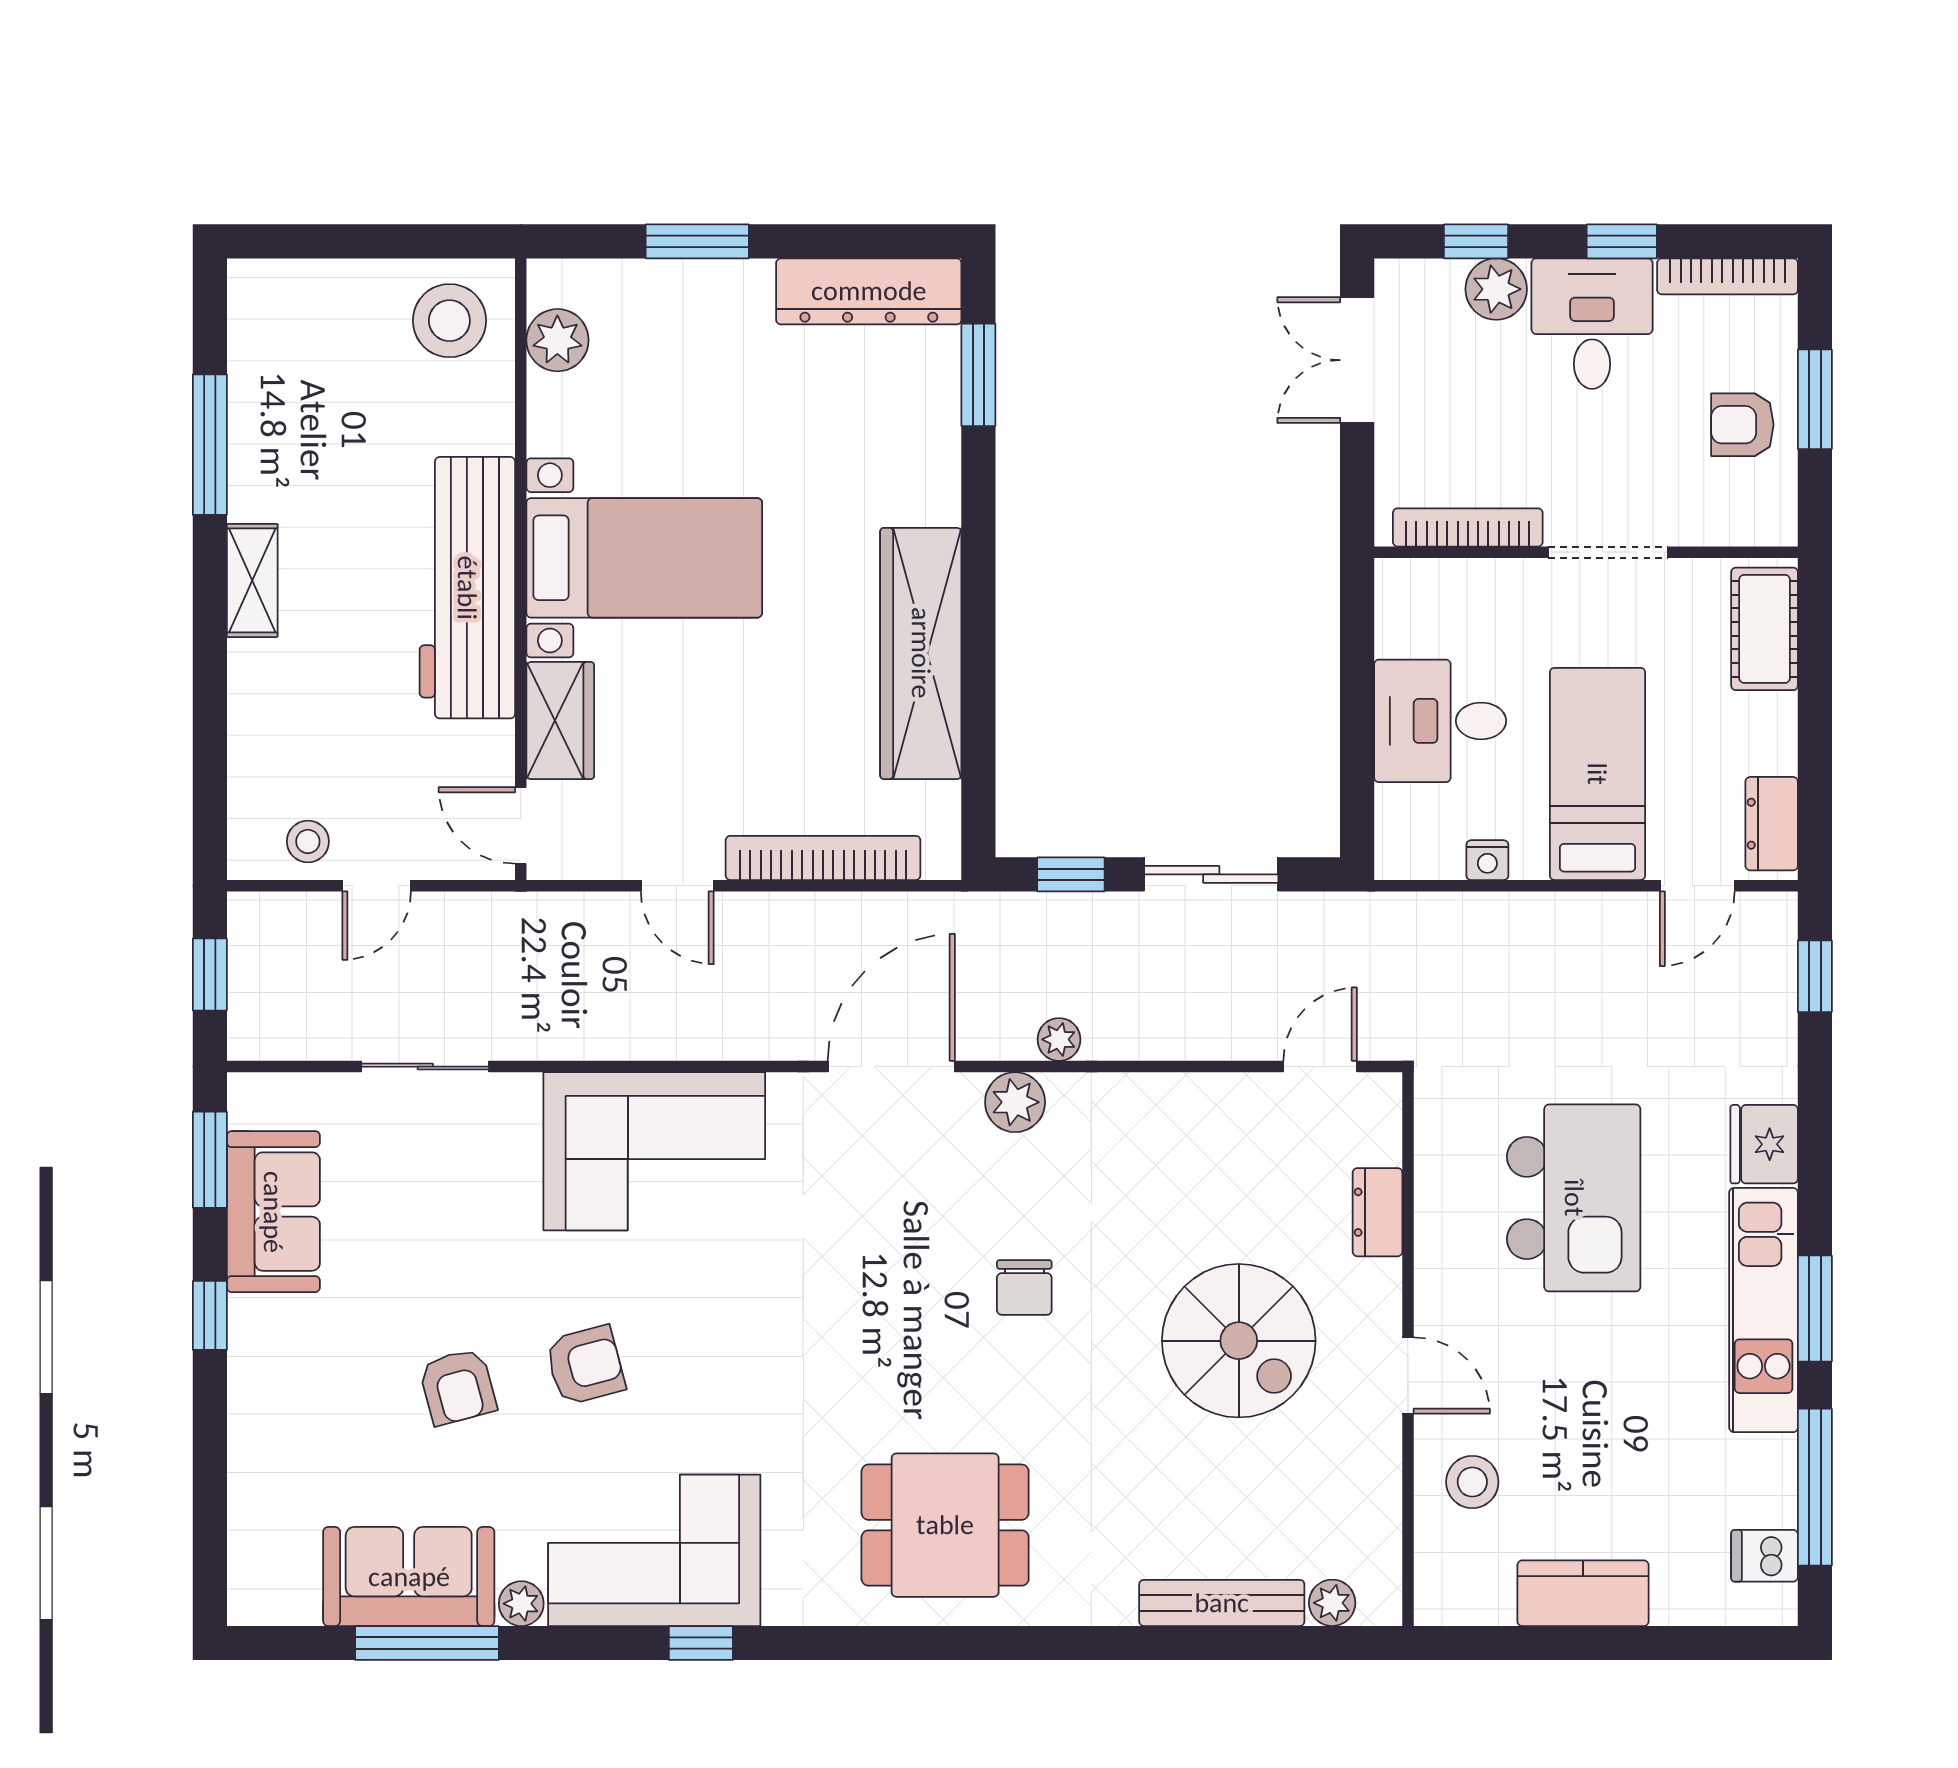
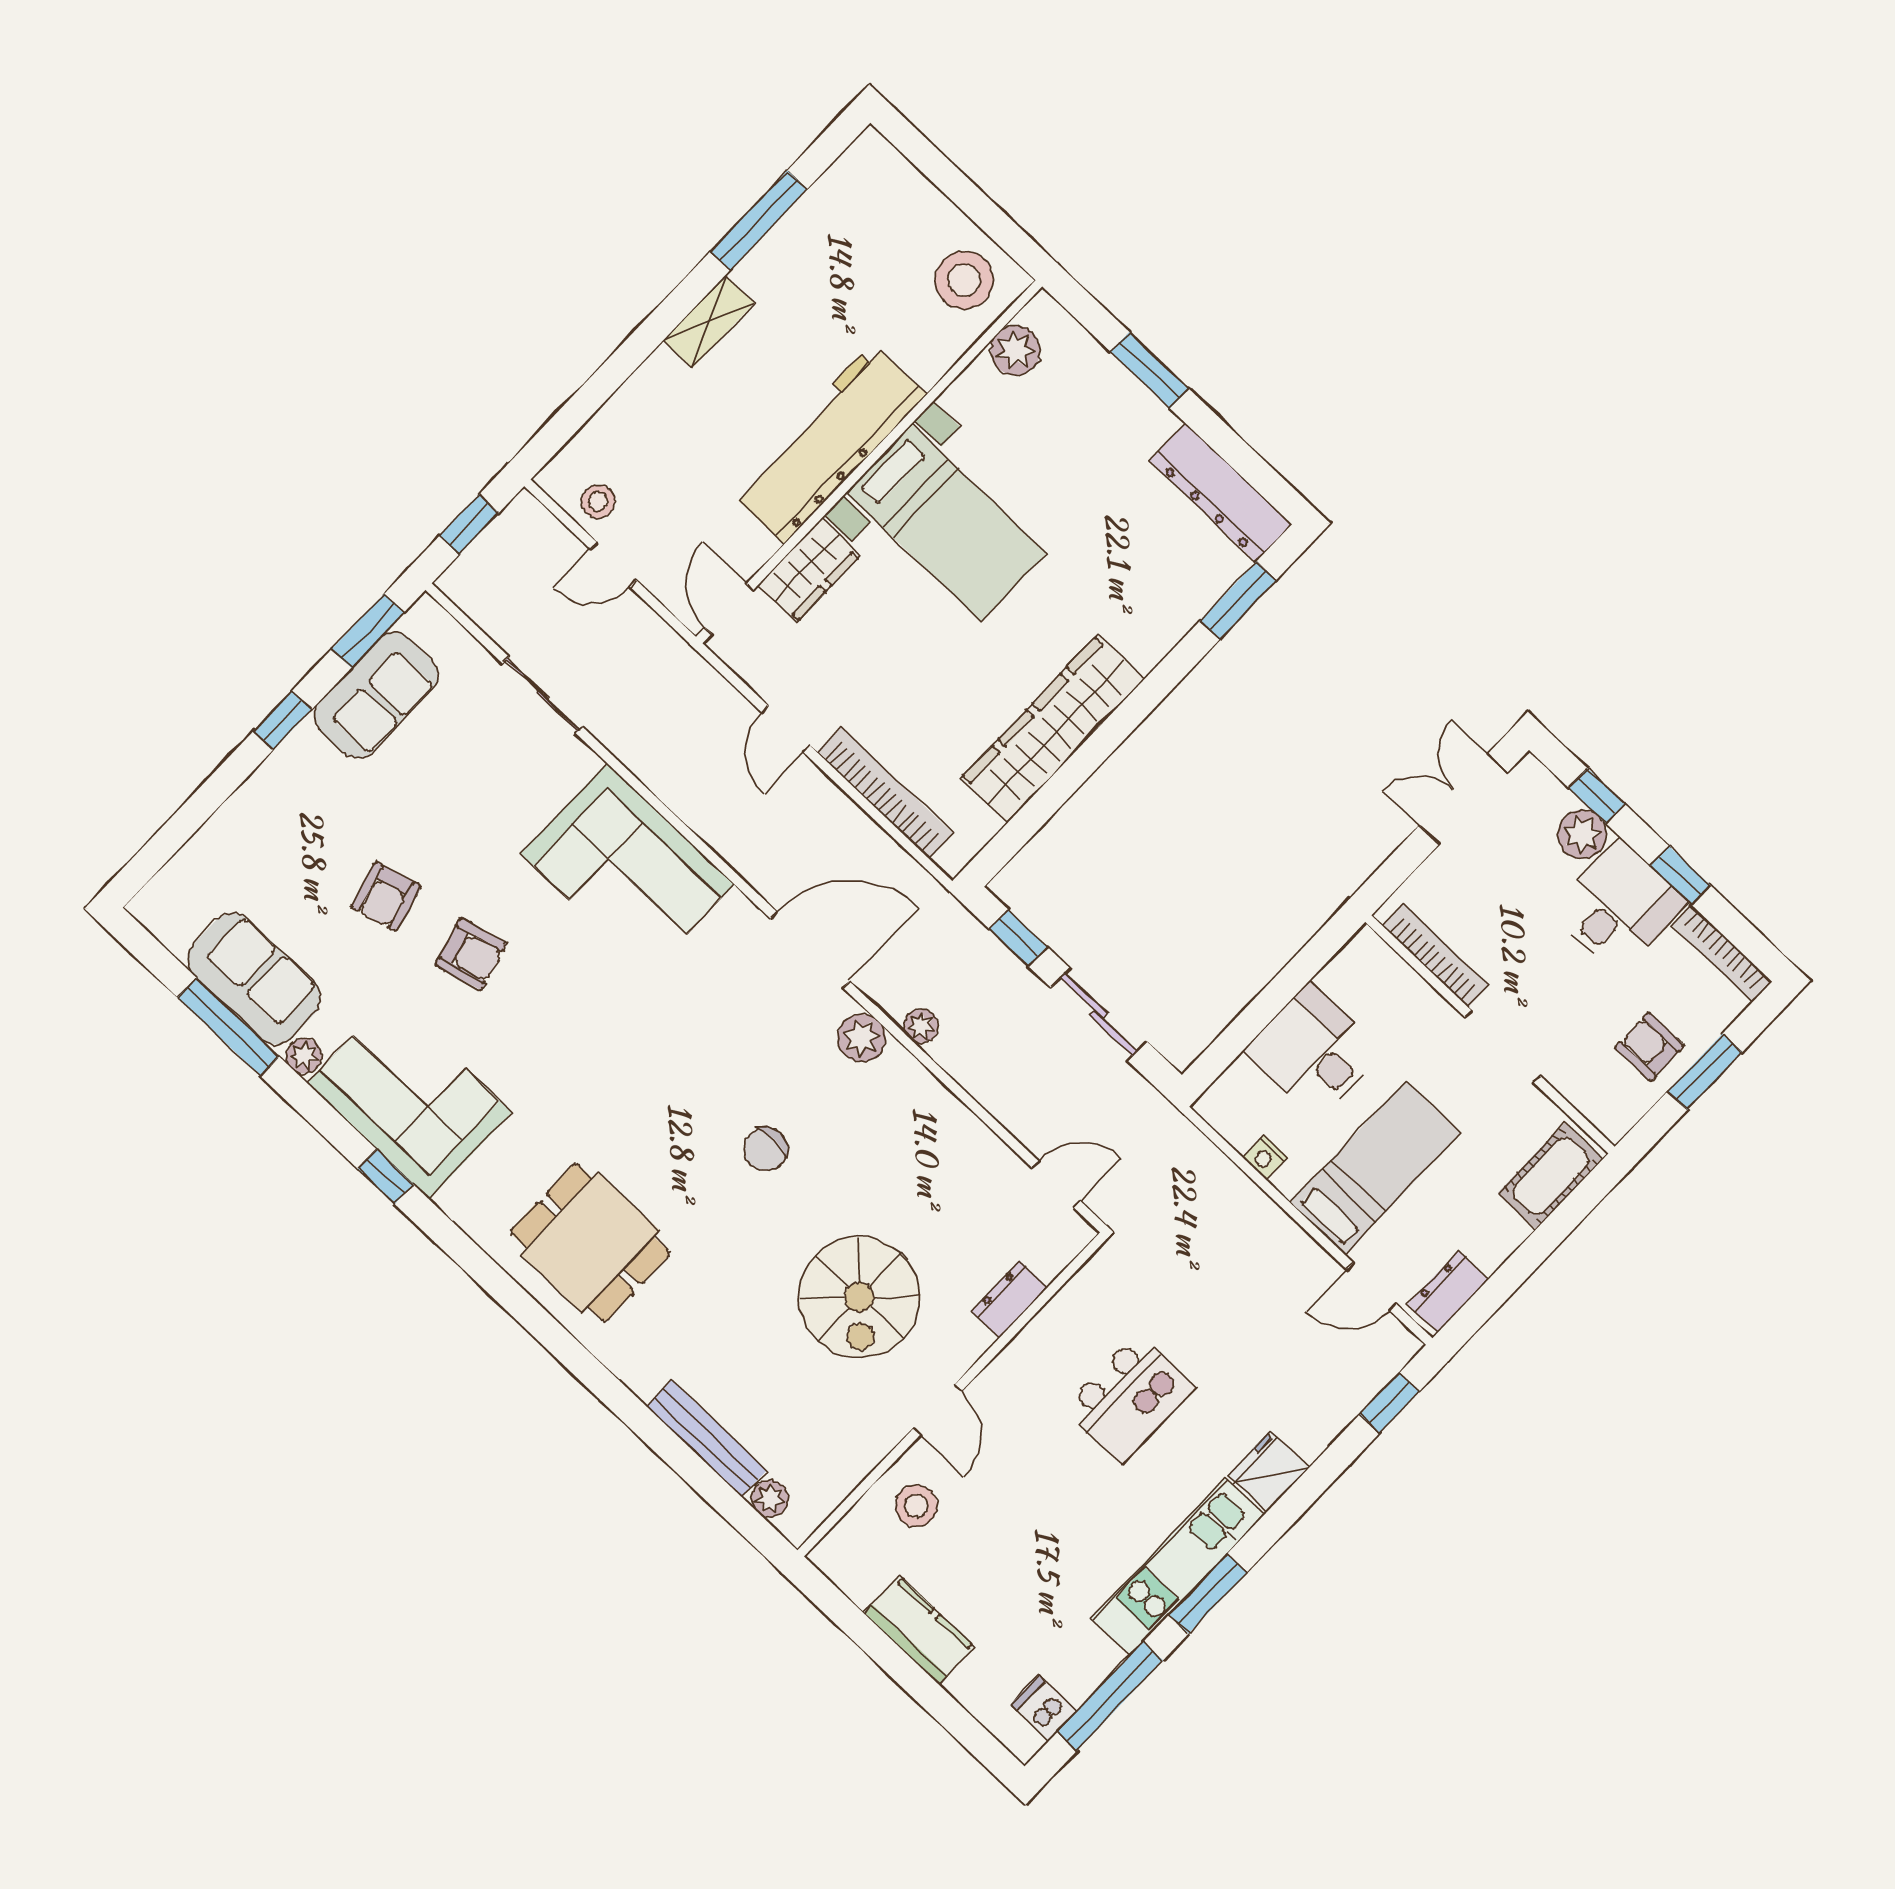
kitchen island: (1574, 1198) -> (1130, 1398), width x0.73, depth x0.78

